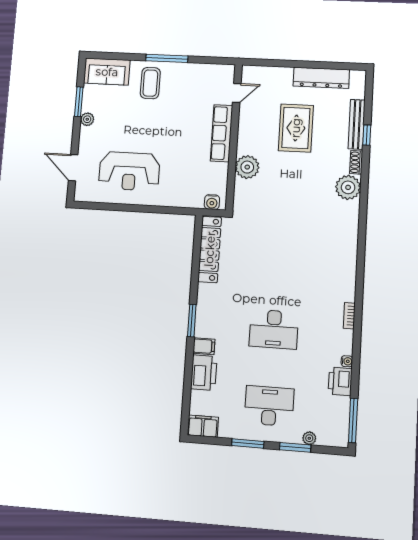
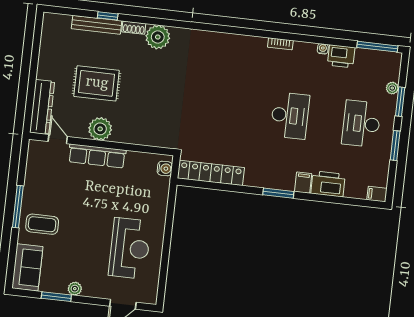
dresser: (321, 78) -> (42, 107), moved
plant: (247, 167) -> (100, 129), moved
filing cabinet: (203, 426) -> (377, 194), width x0.50

